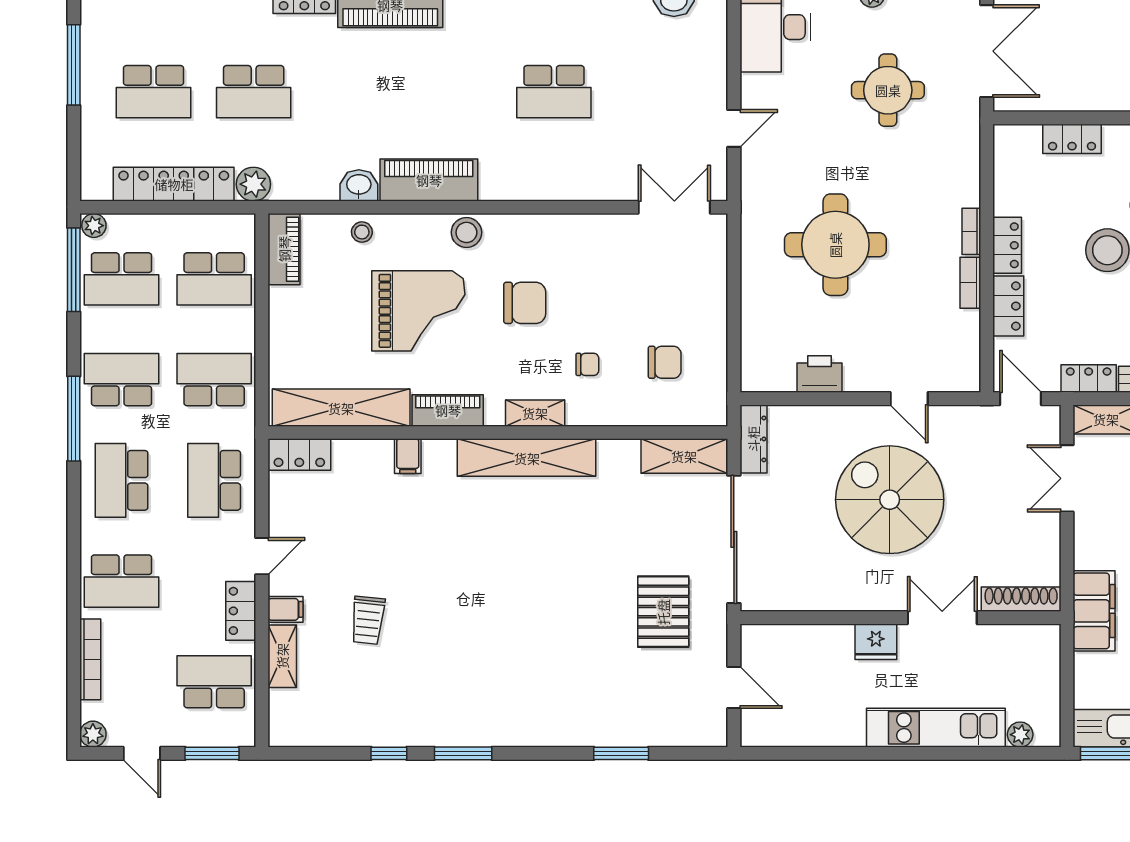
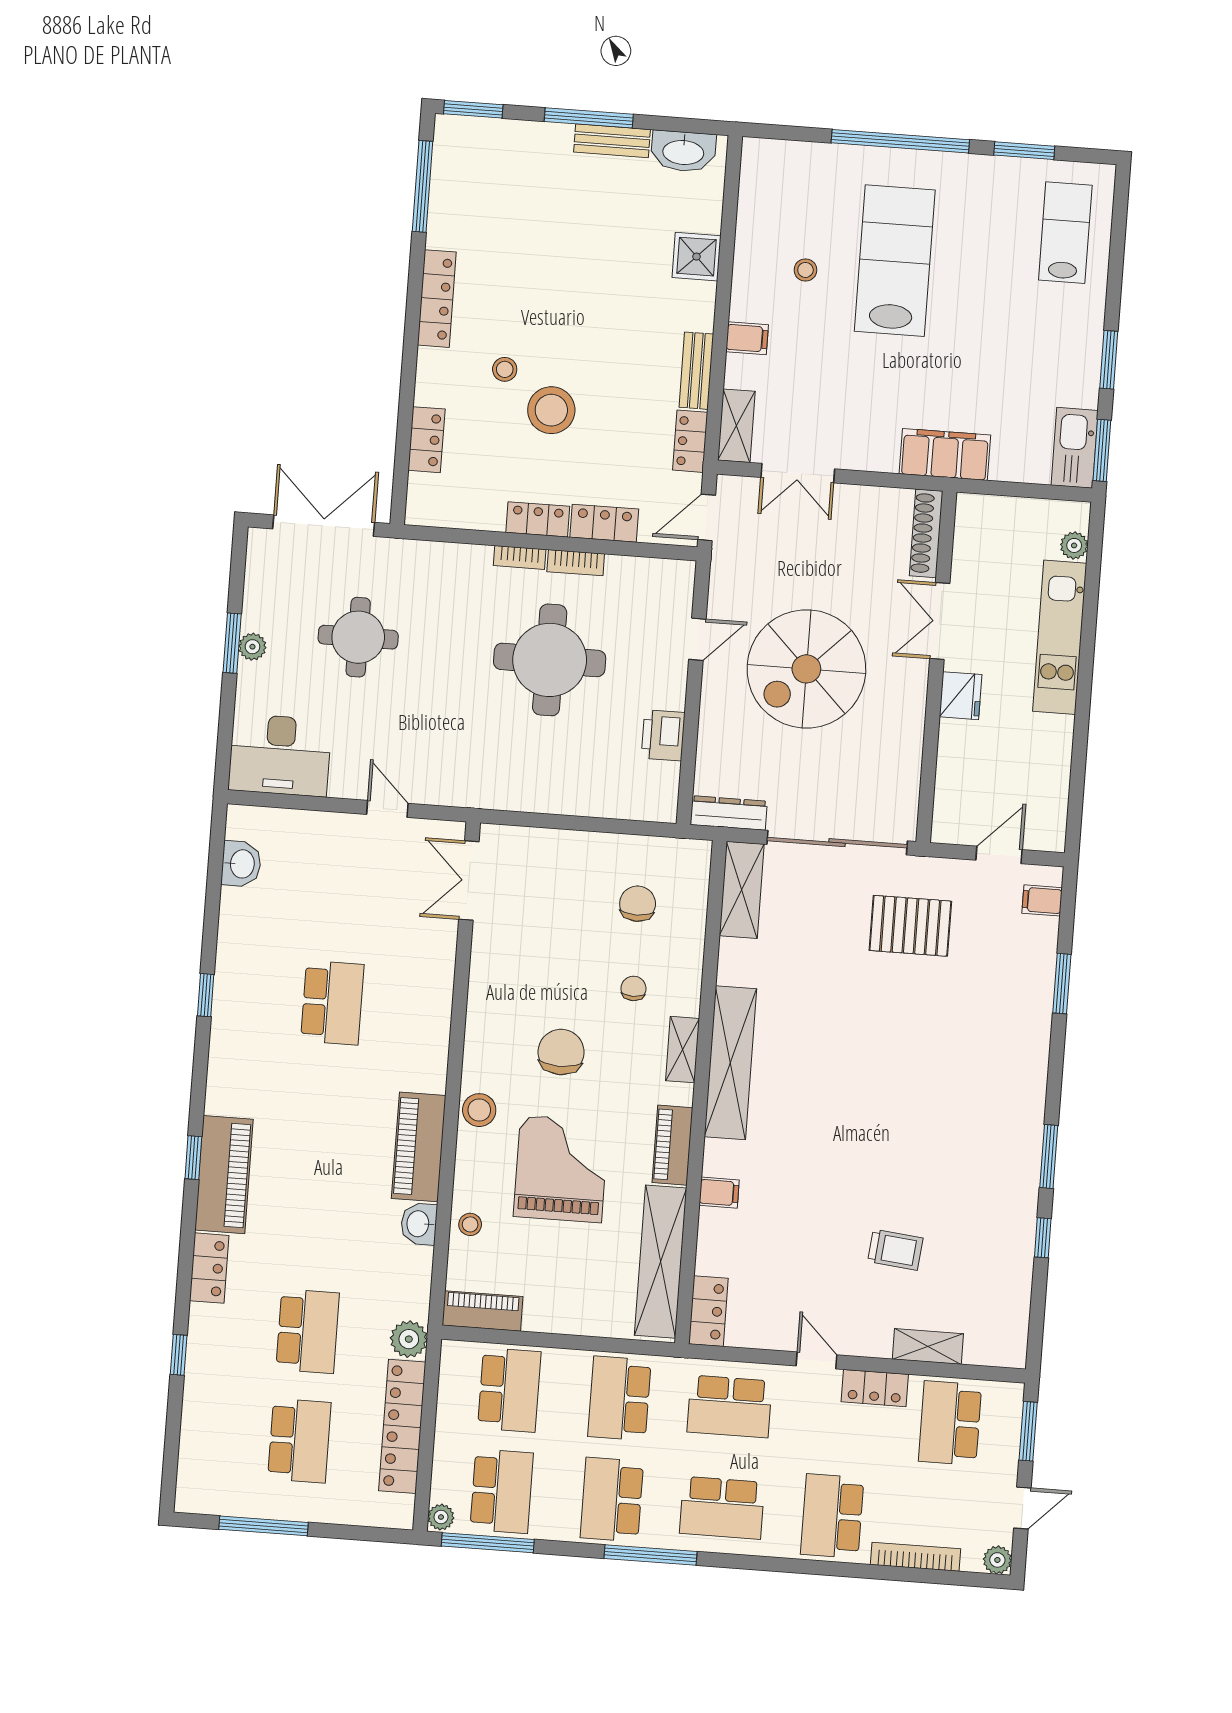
round table: (835, 245) -> (550, 660), moved
school desk: (122, 581) -> (832, 1516), turned 180
filing cabinet: (286, 609) -> (1042, 900), moved, turned -90

